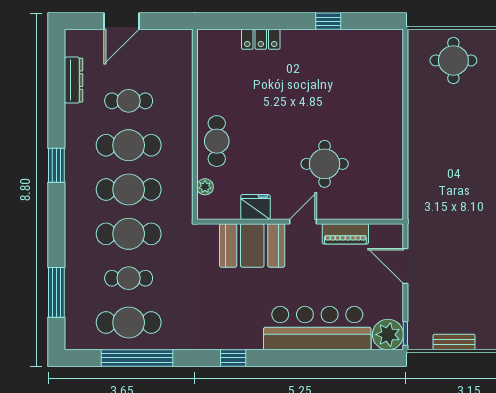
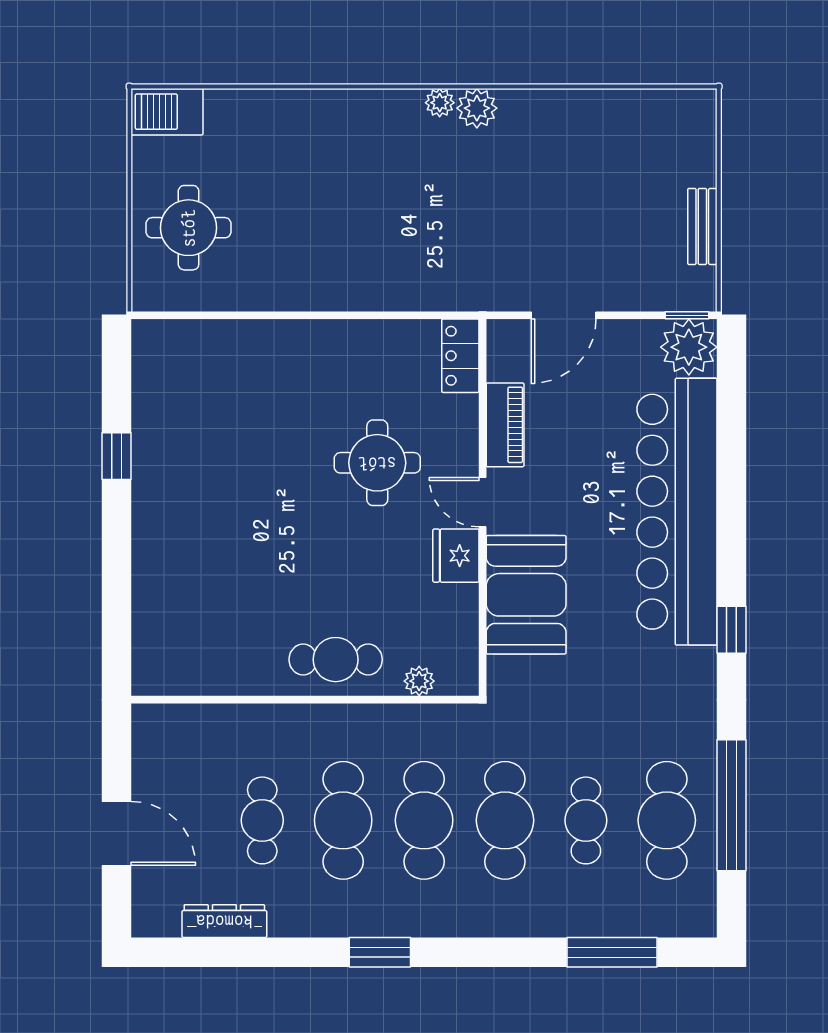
locker: (261, 39) -> (460, 356), moved, turned 180
fridge: (255, 207) -> (456, 556), moved
bar counter: (317, 328) -> (677, 512), width x1.36

